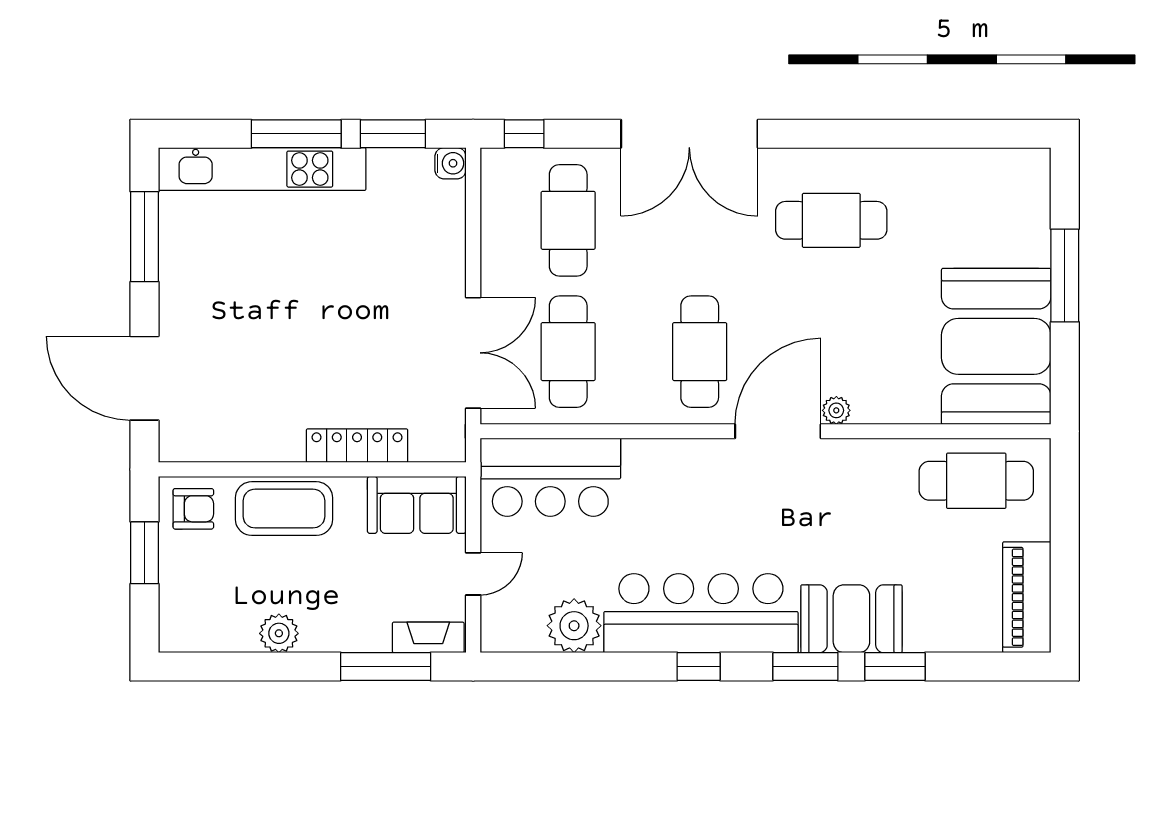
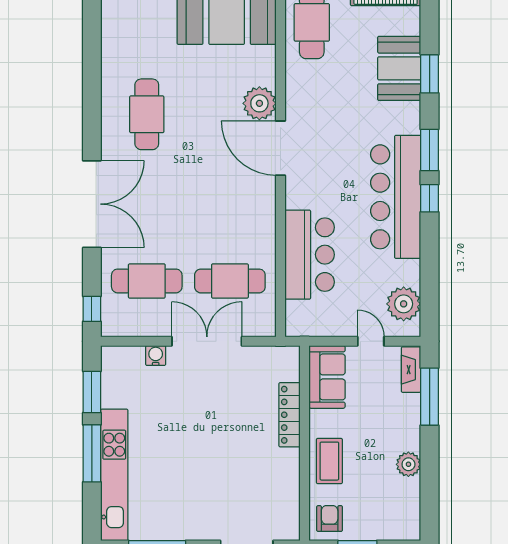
water cooler: (450, 163) -> (156, 356), moved
cafe table: (700, 352) -> (230, 198), removed
double door: (473, 353) -> (207, 341), moved
plant: (836, 410) -> (259, 103), width x1.88, depth x1.88
bar counter: (550, 477) -> (310, 255), moved
coffee table: (284, 509) -> (329, 461), width x0.73, depth x0.76
booth: (851, 619) -> (399, 68), moved
plant: (574, 626) -> (404, 304), moved
window: (805, 667) -> (430, 150), moved

